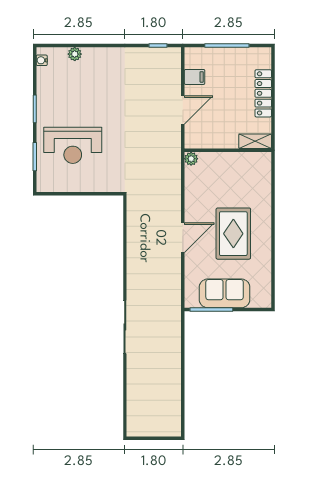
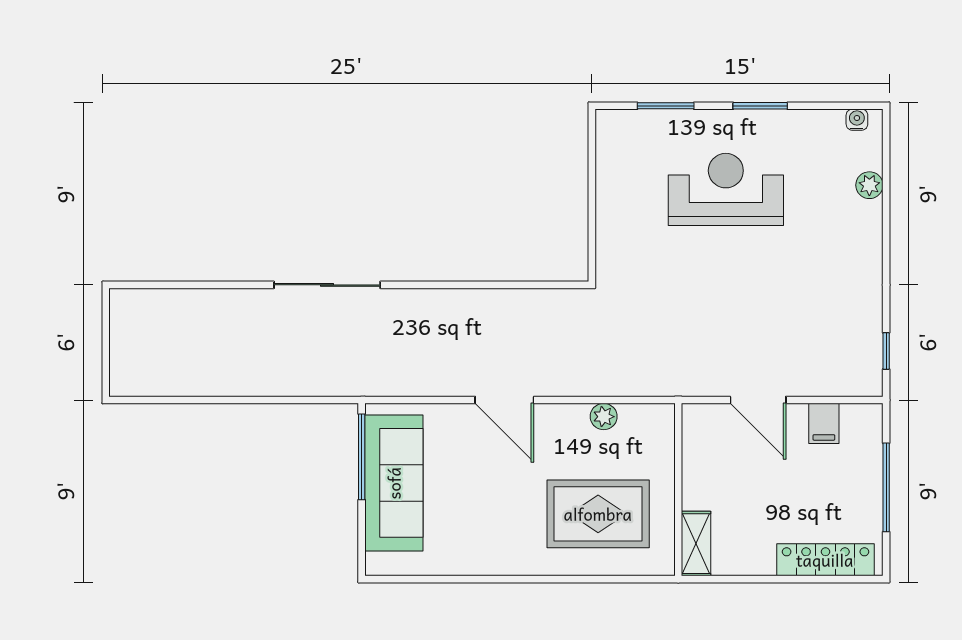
locker: (263, 93) -> (825, 560), moved
reception desk: (73, 145) -> (726, 189), moved, turned 90
plant: (191, 159) -> (604, 417), moved
rug: (233, 234) -> (598, 514), moved
sofa: (225, 293) -> (394, 483), width x1.36

